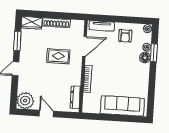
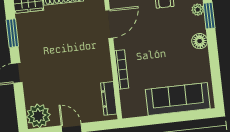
rug: (58, 56) -> (74, 44), removed
floor lamp: (145, 58) -> (200, 41), moved

